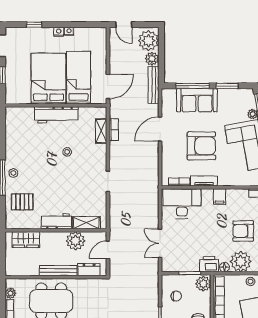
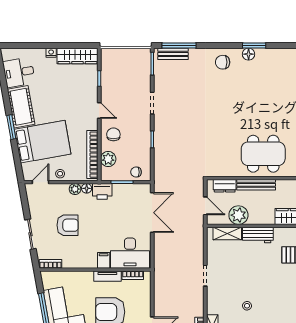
filing cabinet: (219, 197) -> (104, 260), moved
double door: (160, 243) -> (152, 213), width x1.37
door: (108, 250) -> (205, 206), hinge flipped
plant: (241, 262) -> (75, 189), width x0.53, depth x0.53
plant: (203, 284) -> (108, 159), moved
chair: (176, 296) -> (136, 172), moved

